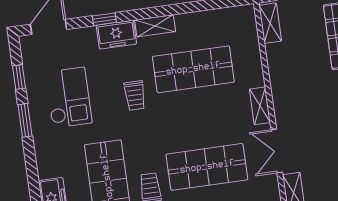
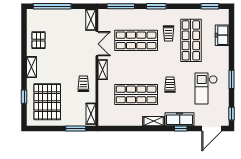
freezer: (116, 35) -> (180, 119), width x1.40
trolley: (291, 75) -> (83, 84), added
window: (19, 77) -> (232, 114), moved

